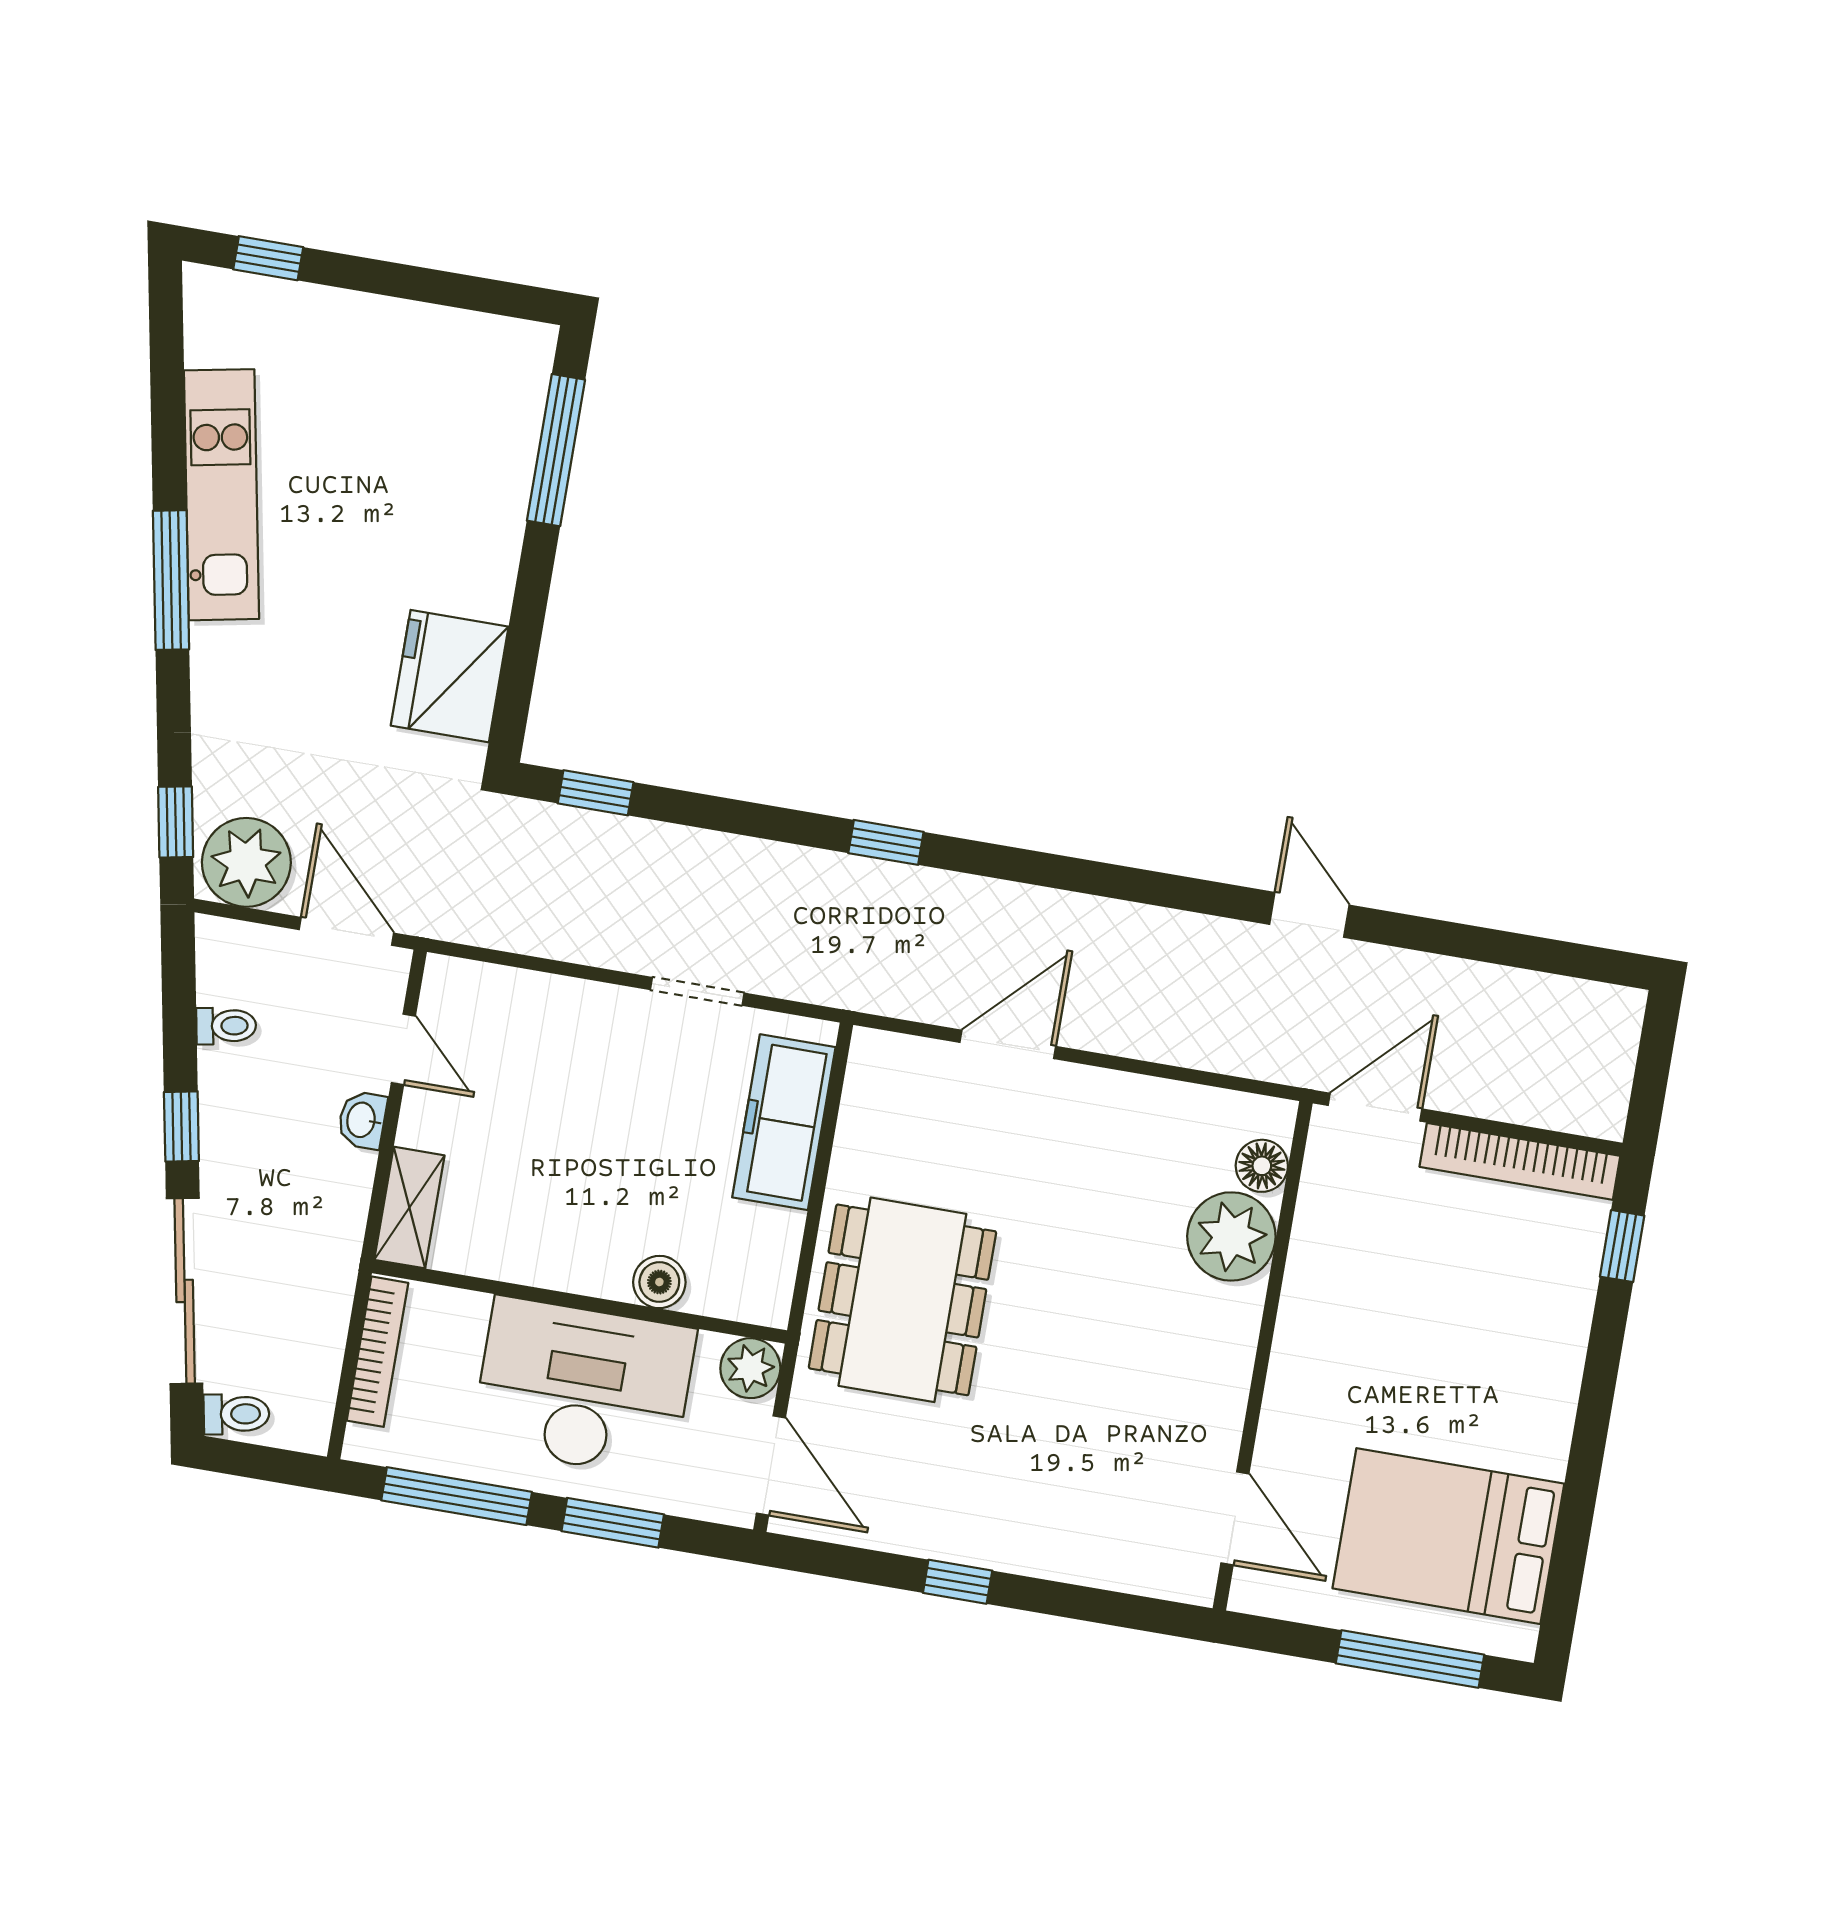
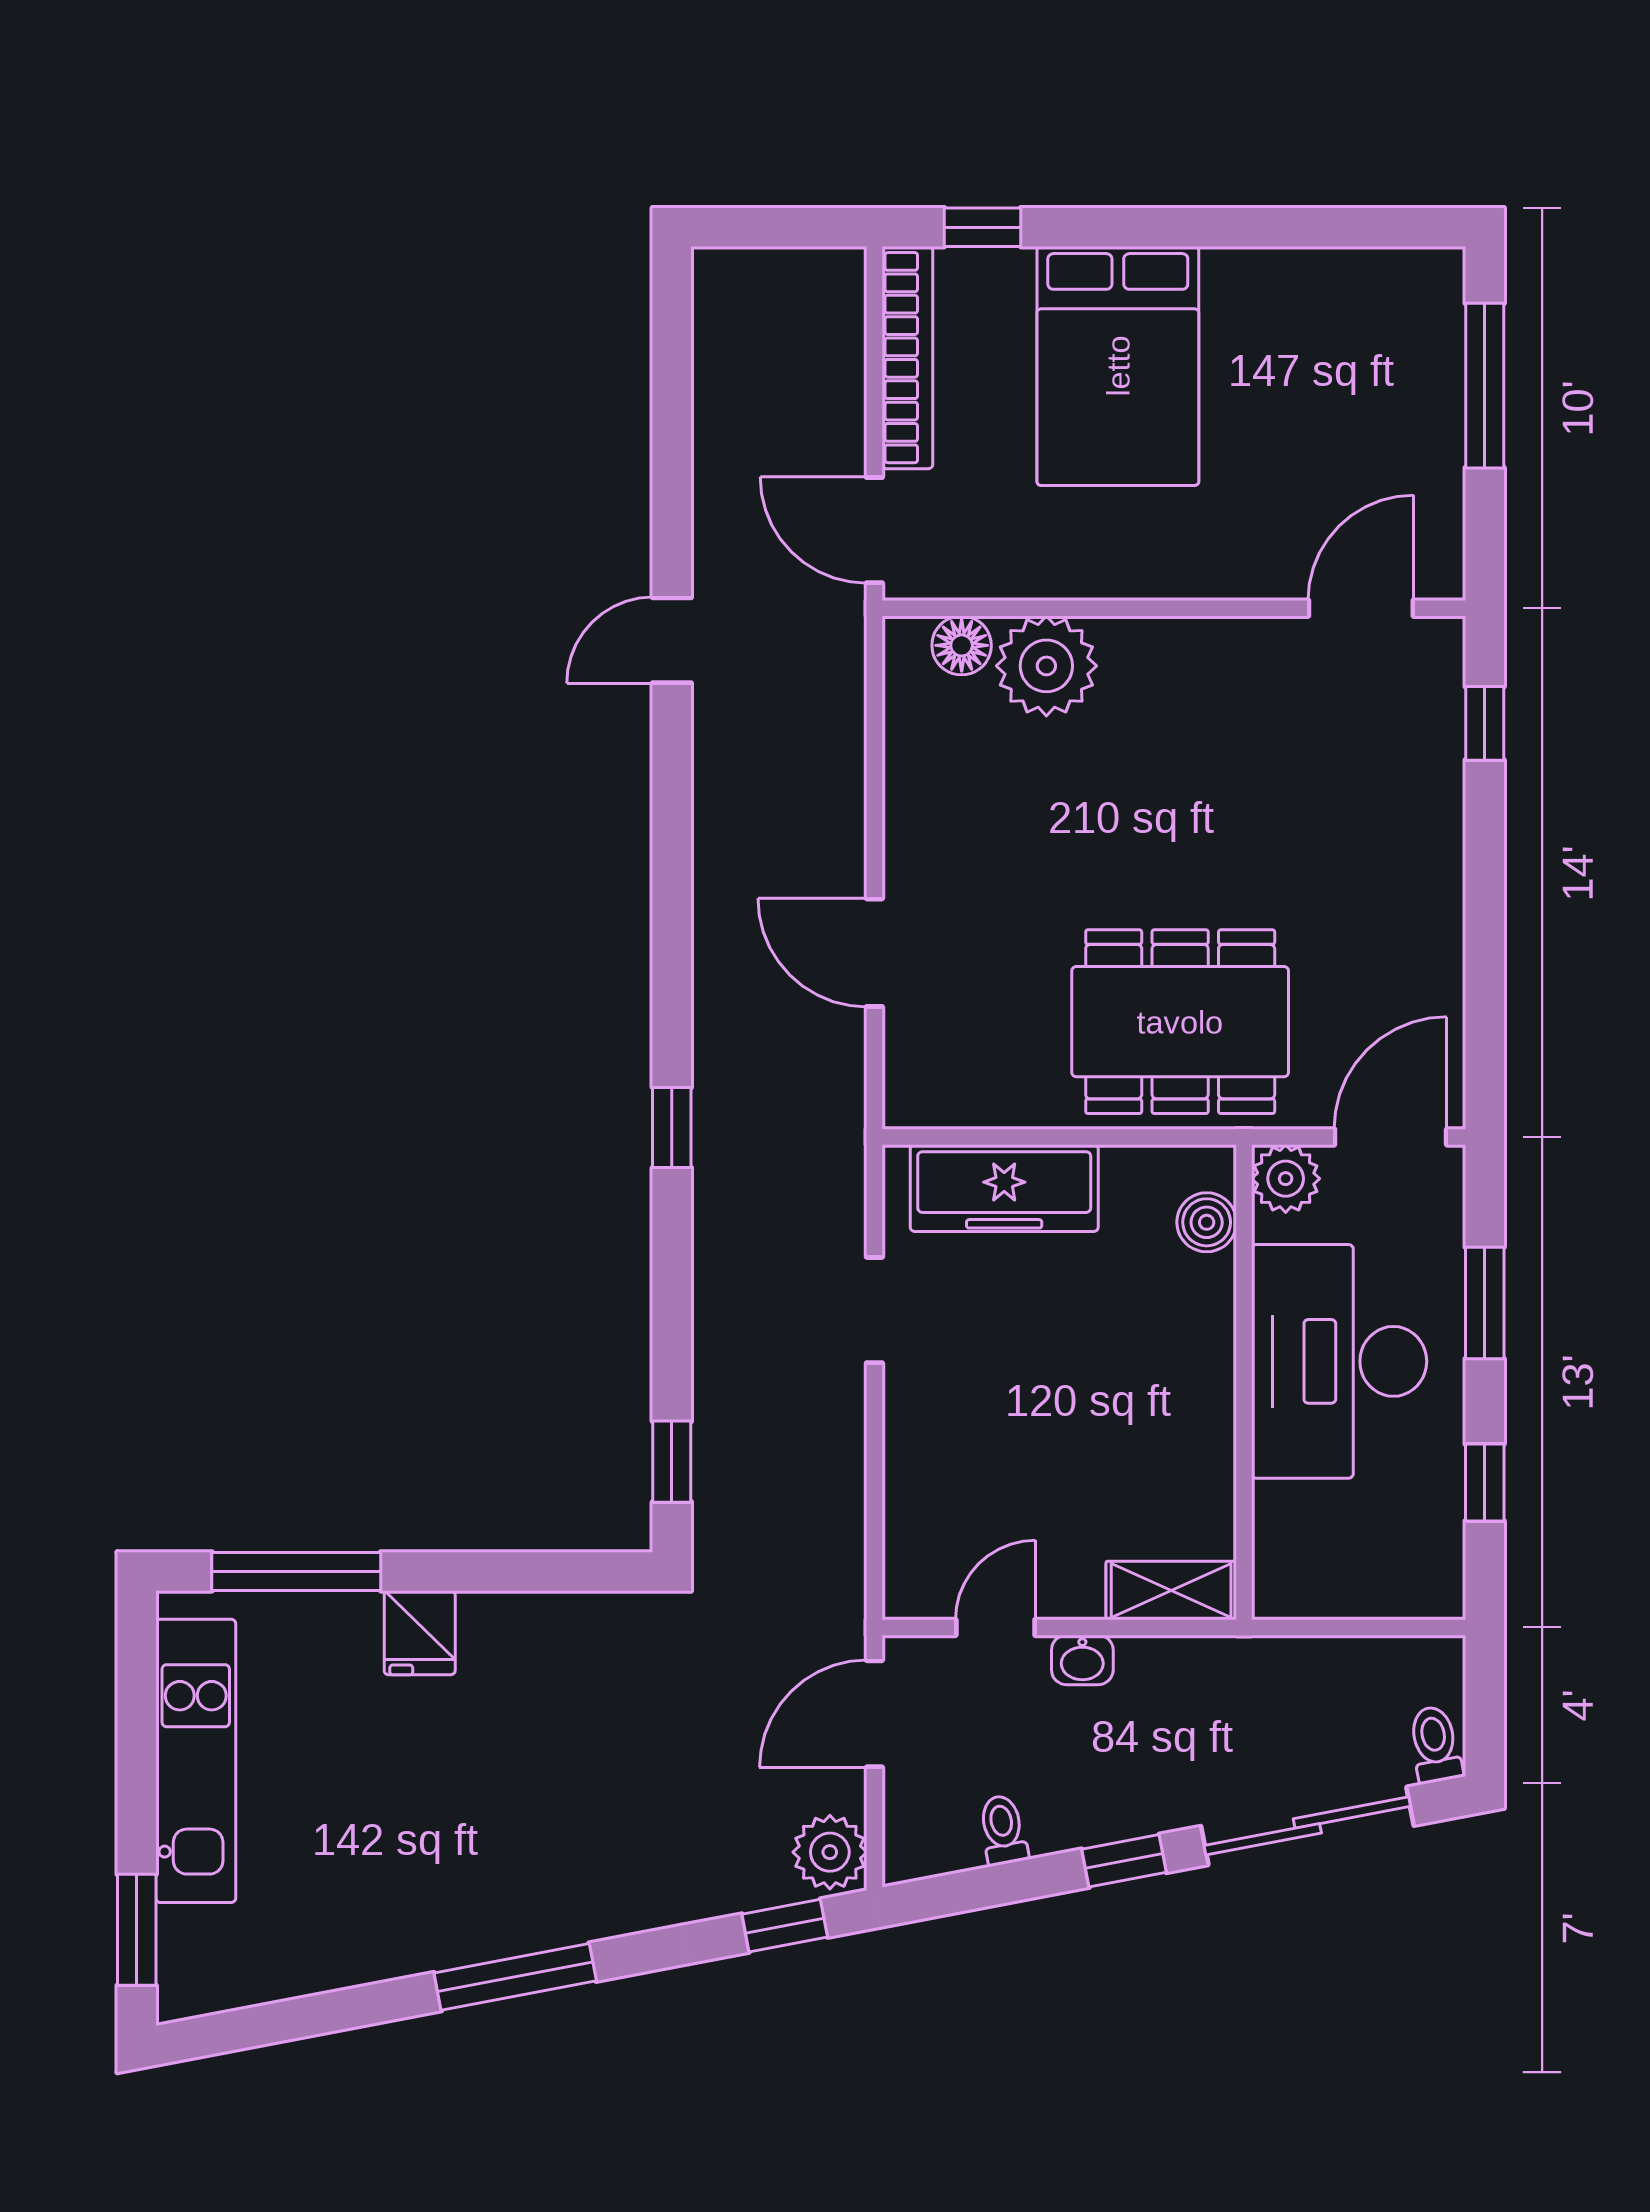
window: (268, 258) -> (137, 1930), width x1.50
kitchen unit: (221, 495) -> (196, 1761), moved, turned 101
fridge: (450, 676) -> (420, 1633), moved, width x0.53, depth x0.75
plant: (246, 862) -> (830, 1852), width x0.73, depth x0.73
boiler: (659, 1282) -> (1207, 1222), moved
bookcase: (378, 1352) -> (1338, 1599), removed
window: (457, 1496) -> (1485, 1483), width x0.46
bed: (1448, 1536) -> (1118, 366), moved
window: (958, 1582) -> (1485, 723), moved

